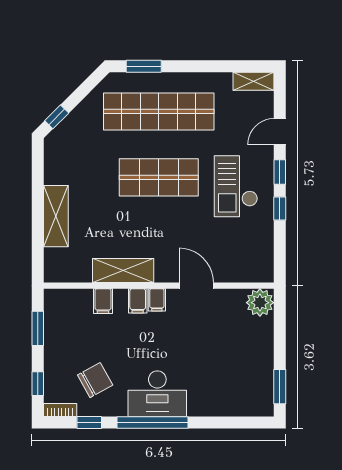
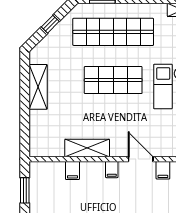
window: (57, 117) -> (50, 24), moved
shelving: (56, 216) -> (38, 87), moved
filing cabinet: (138, 301) -> (163, 170), moved

